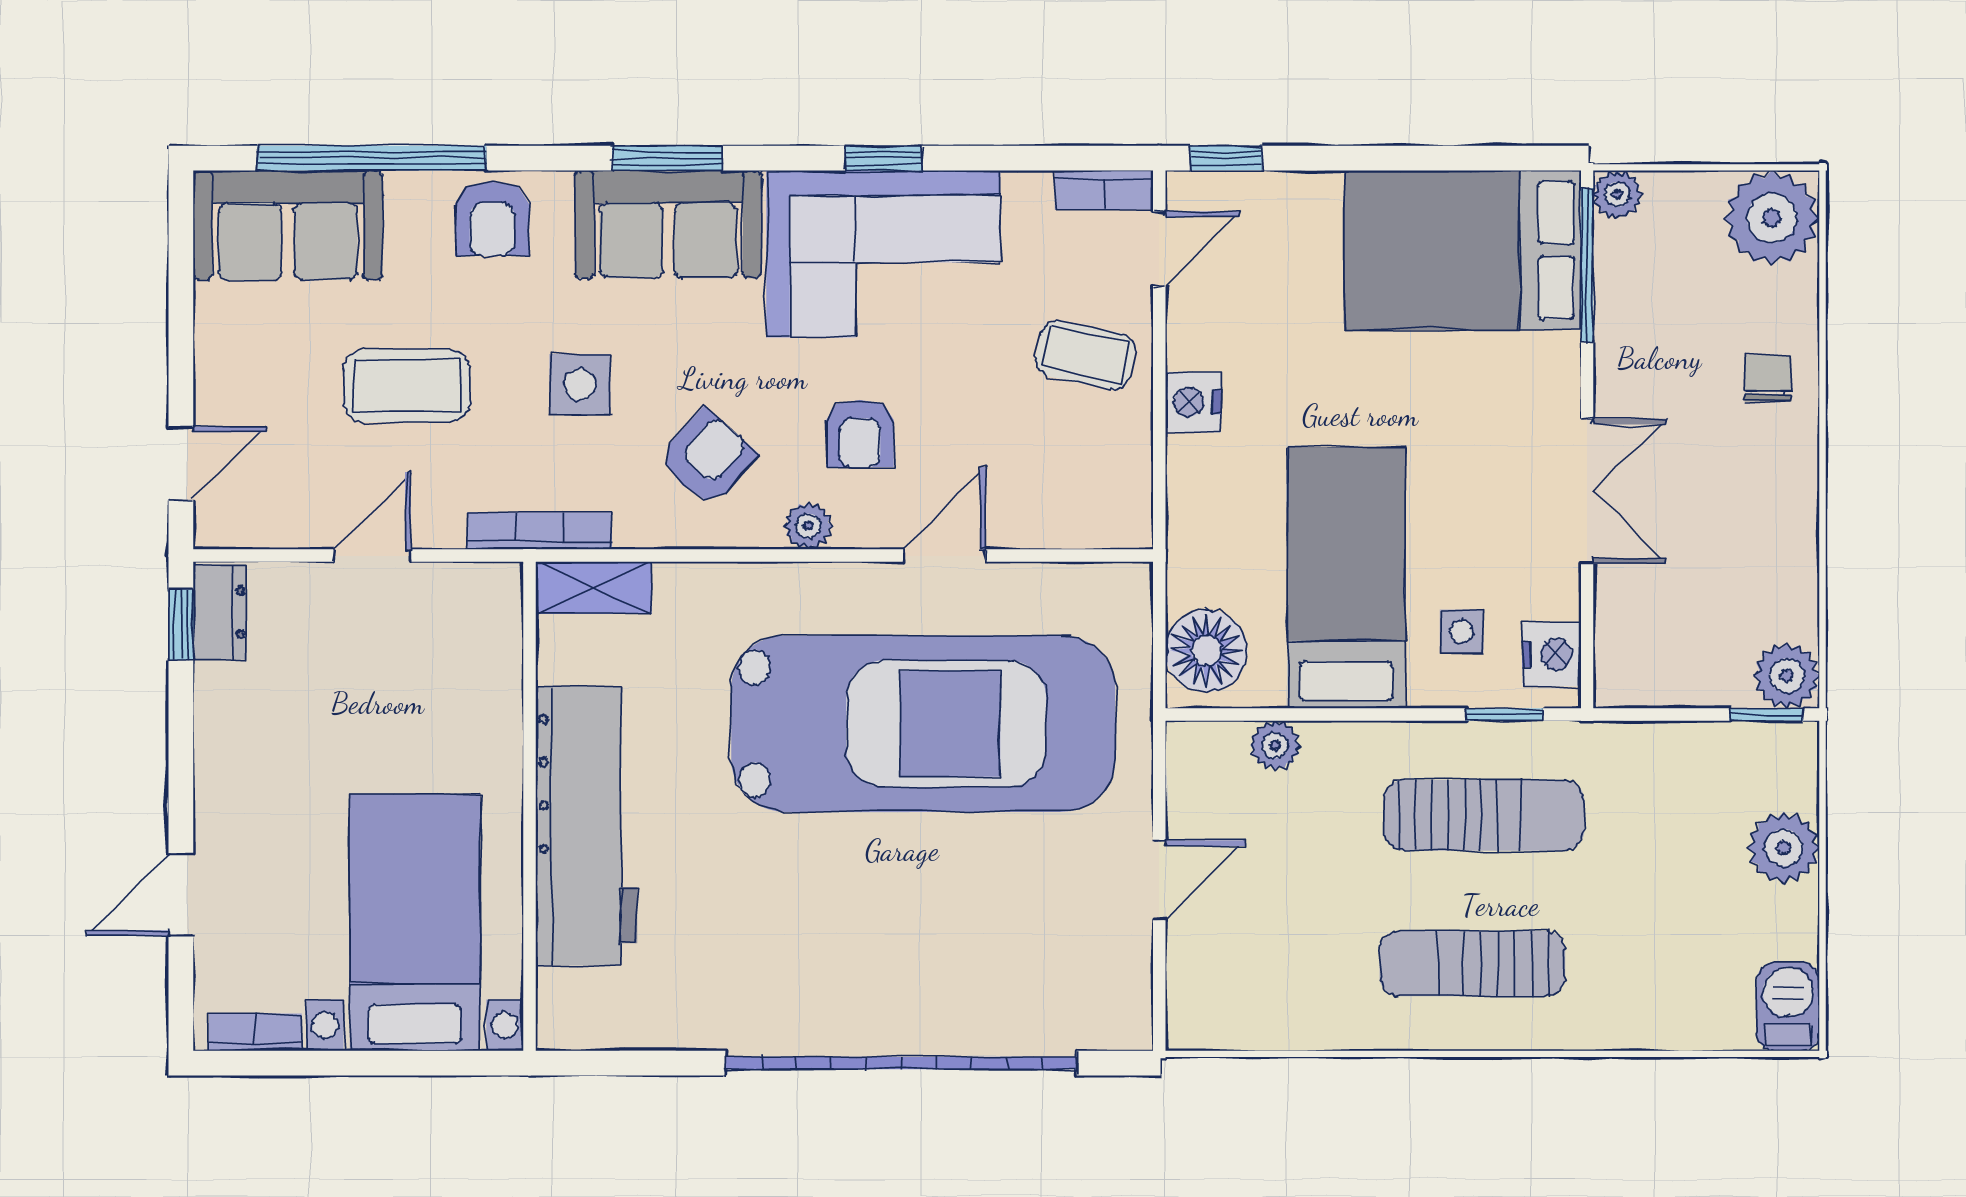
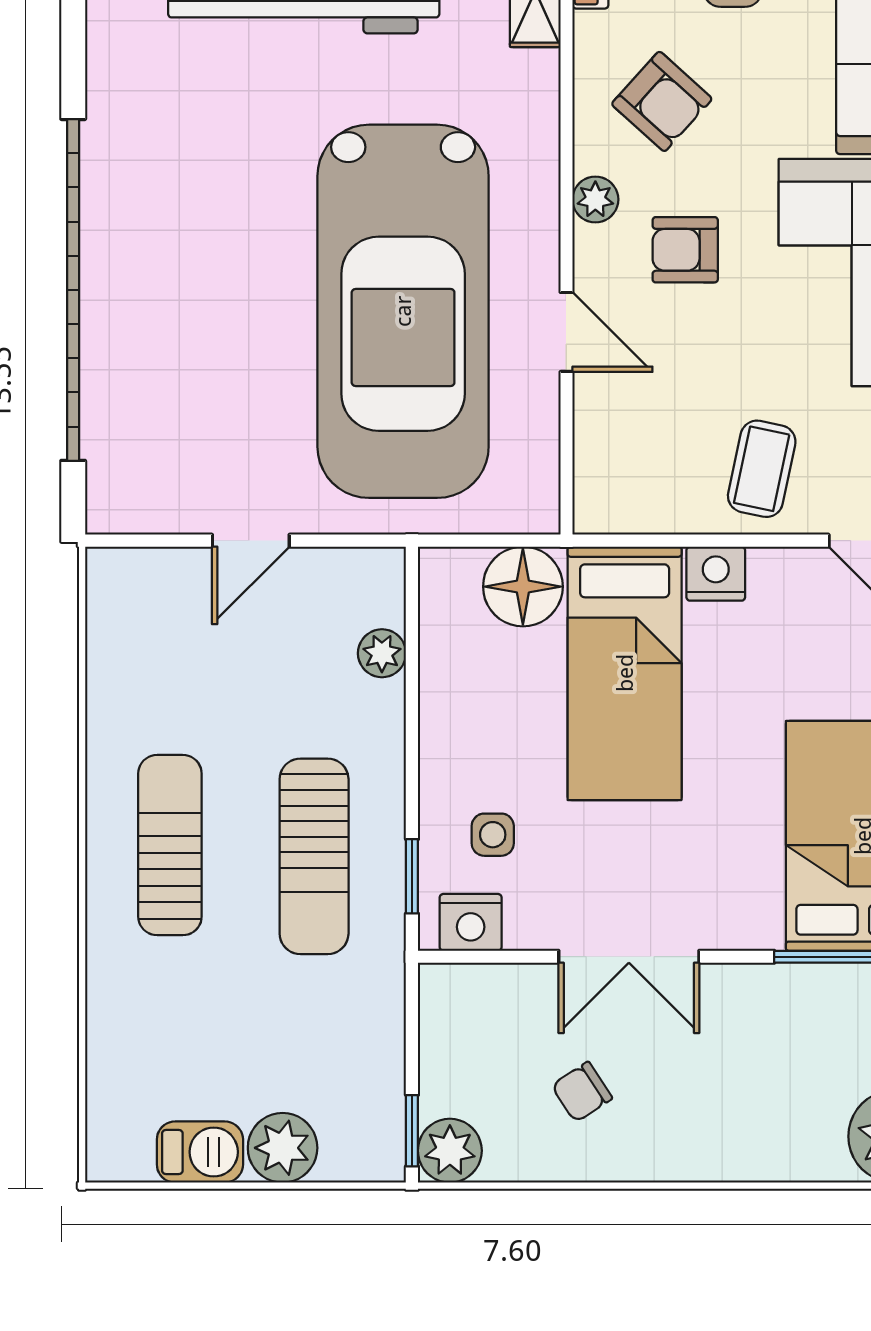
chair: (1768, 378) -> (582, 1092), moved, turned 147
bed: (1346, 578) -> (625, 673), moved, turned 90
floor lamp: (1206, 651) -> (523, 587), moved
door: (1159, 880) -> (251, 541), hinge flipped
barbecue: (1788, 1007) -> (200, 1152), moved

